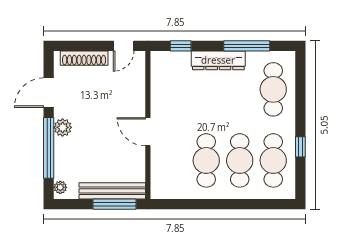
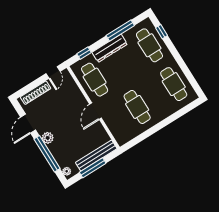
door: (148, 132) -> (96, 111), hinge flipped
window: (300, 147) -> (162, 32), moved
cafe table: (240, 160) -> (95, 80), moved
window: (115, 204) -> (93, 168), moved

